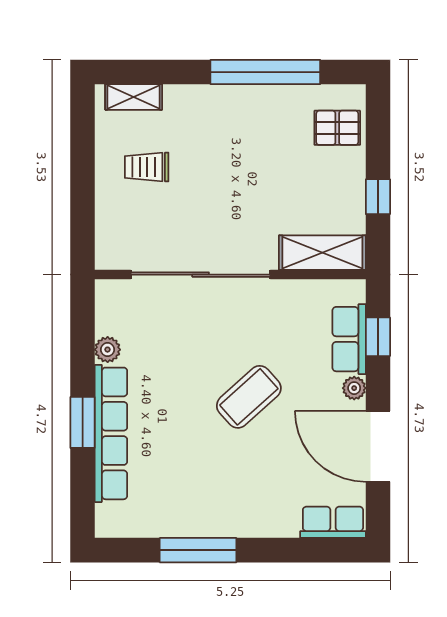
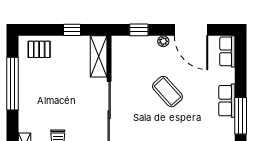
pallet: (337, 128) -> (39, 49), turned 90
row of seats: (349, 339) -> (227, 101), moved, turned 90
door: (378, 446) -> (191, 30), hinge flipped

